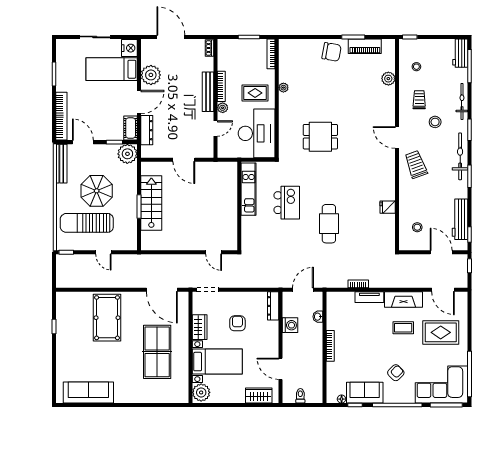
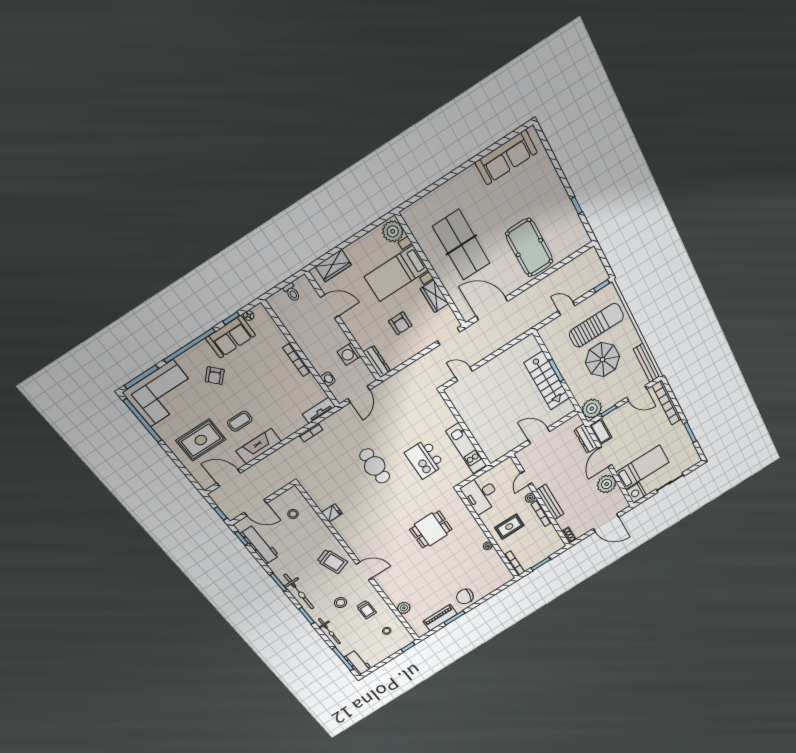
desk: (257, 133) -> (481, 494), width x0.73, depth x0.77
tv unit: (369, 297) -> (319, 410), moved

